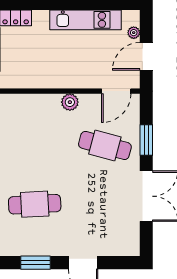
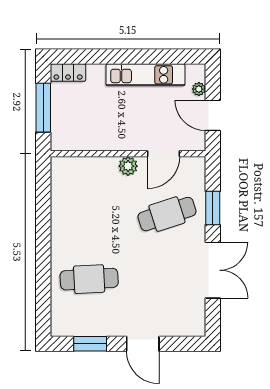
door: (146, 56) -> (213, 115), hinge flipped
door: (116, 91) -> (164, 154), moved
cafe table: (105, 145) -> (167, 214), turned -33

